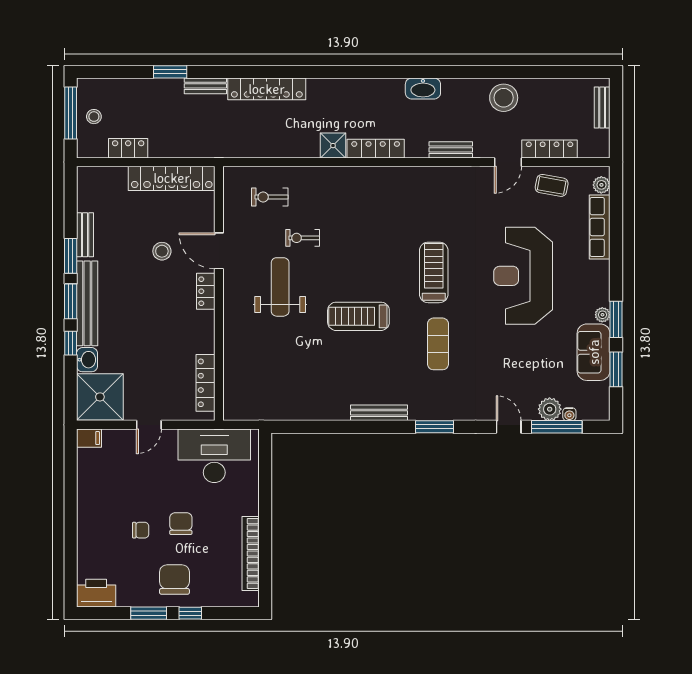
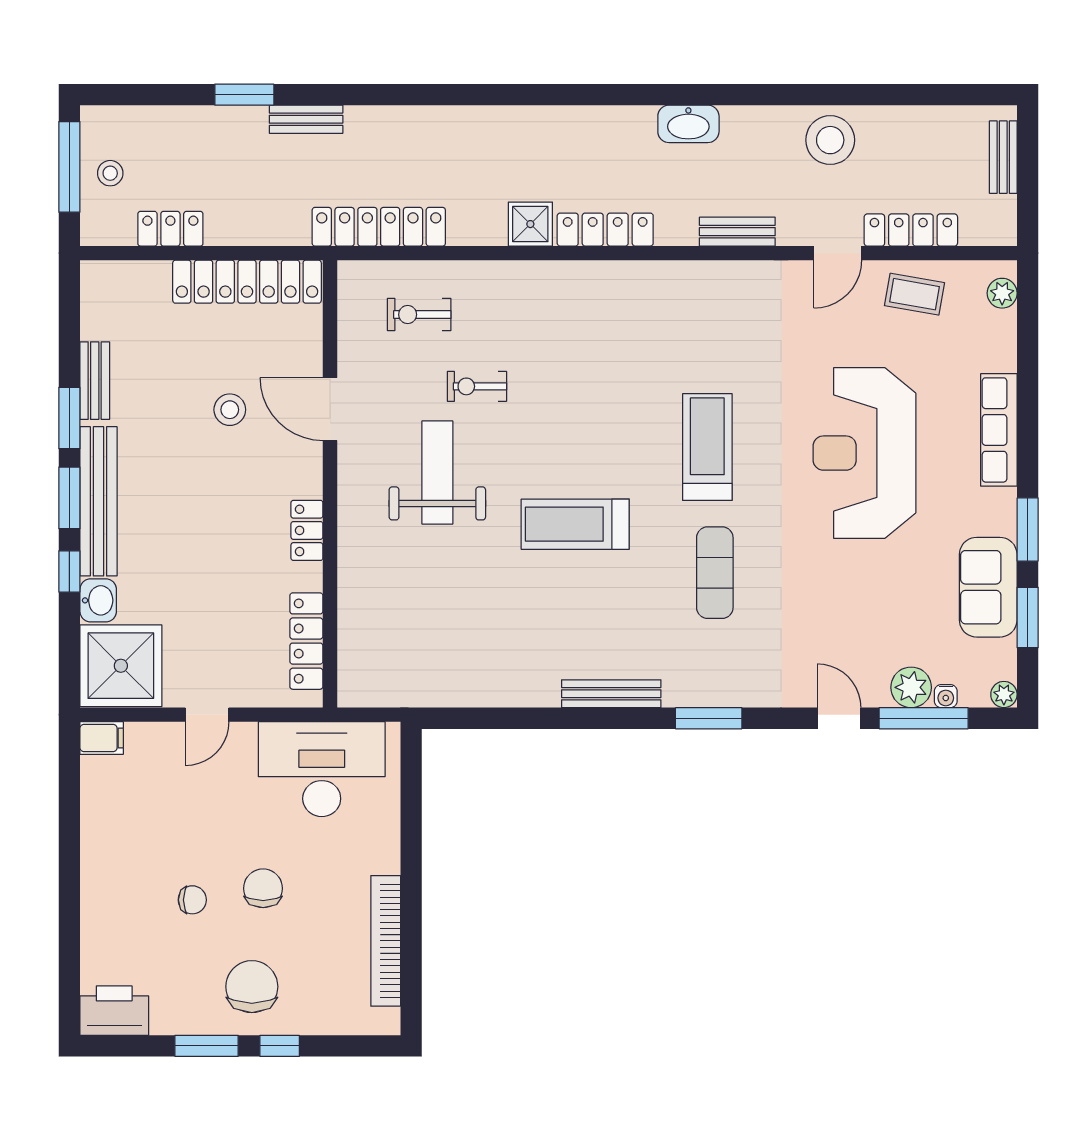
locker: (267, 89) -> (379, 227), moved, turned 180
row of seats: (600, 227) -> (999, 430), moved
locker: (206, 291) -> (307, 530), moved
plant: (602, 315) -> (1004, 694), moved

